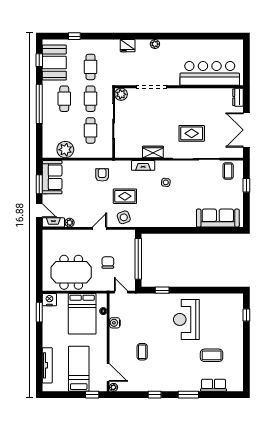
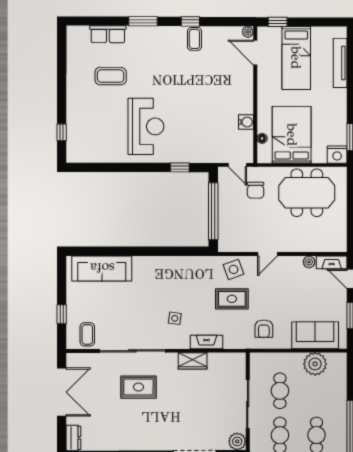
sofa: (52, 177) -> (315, 335), moved, turned 90
chair: (108, 262) -> (256, 190), moved
coffee table: (142, 352) -> (194, 39), moved

